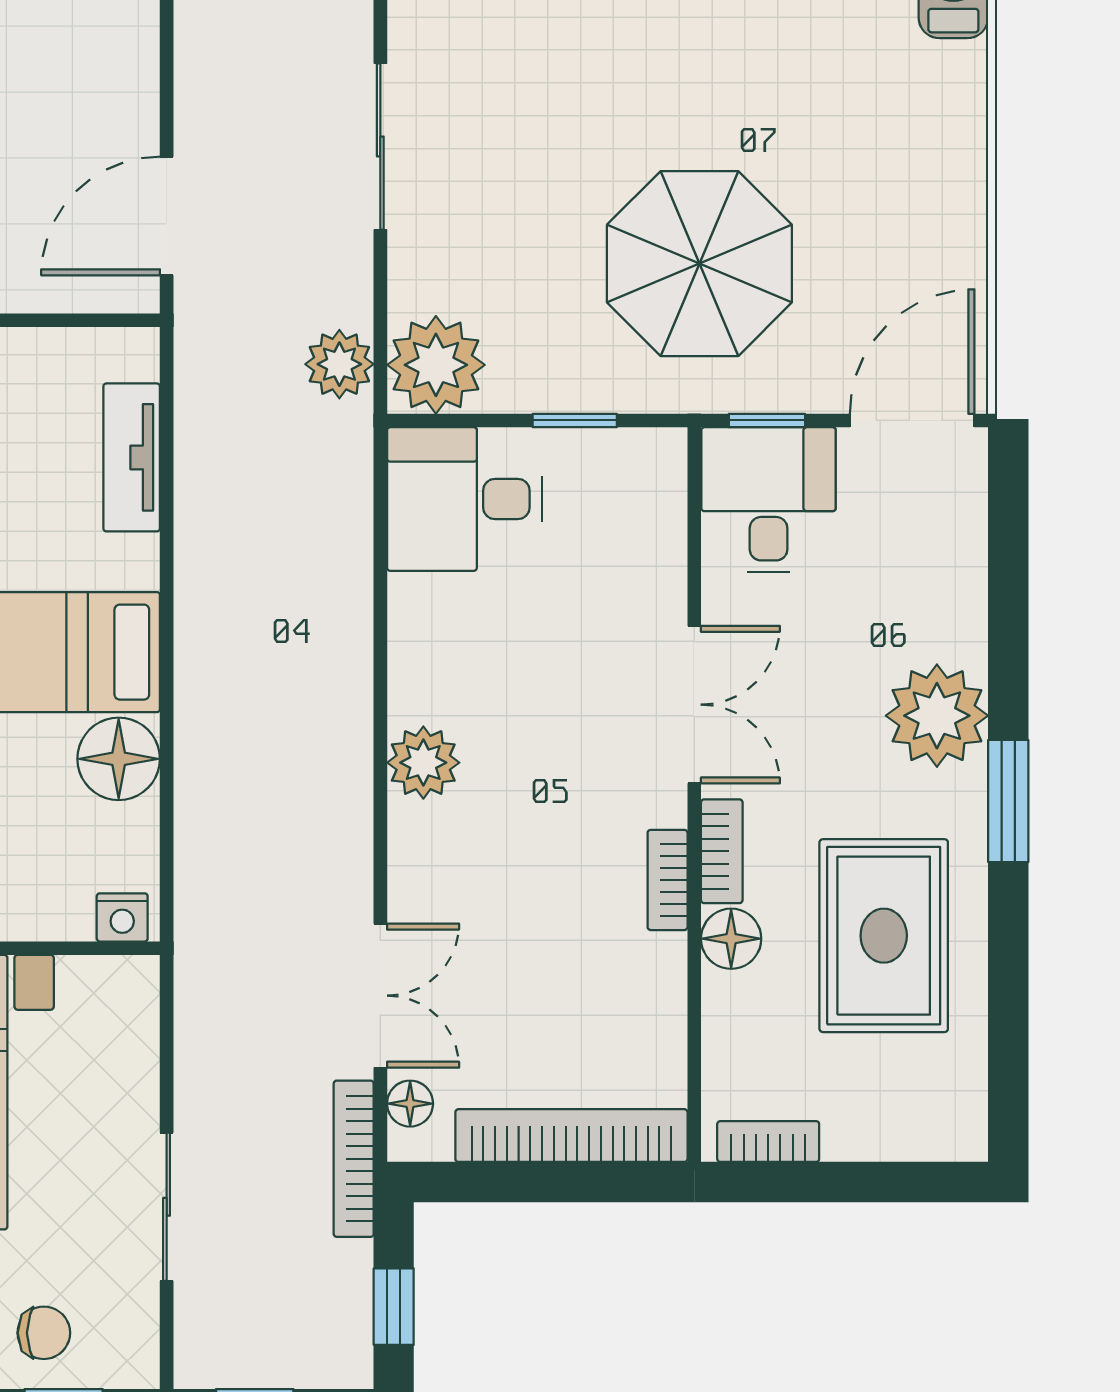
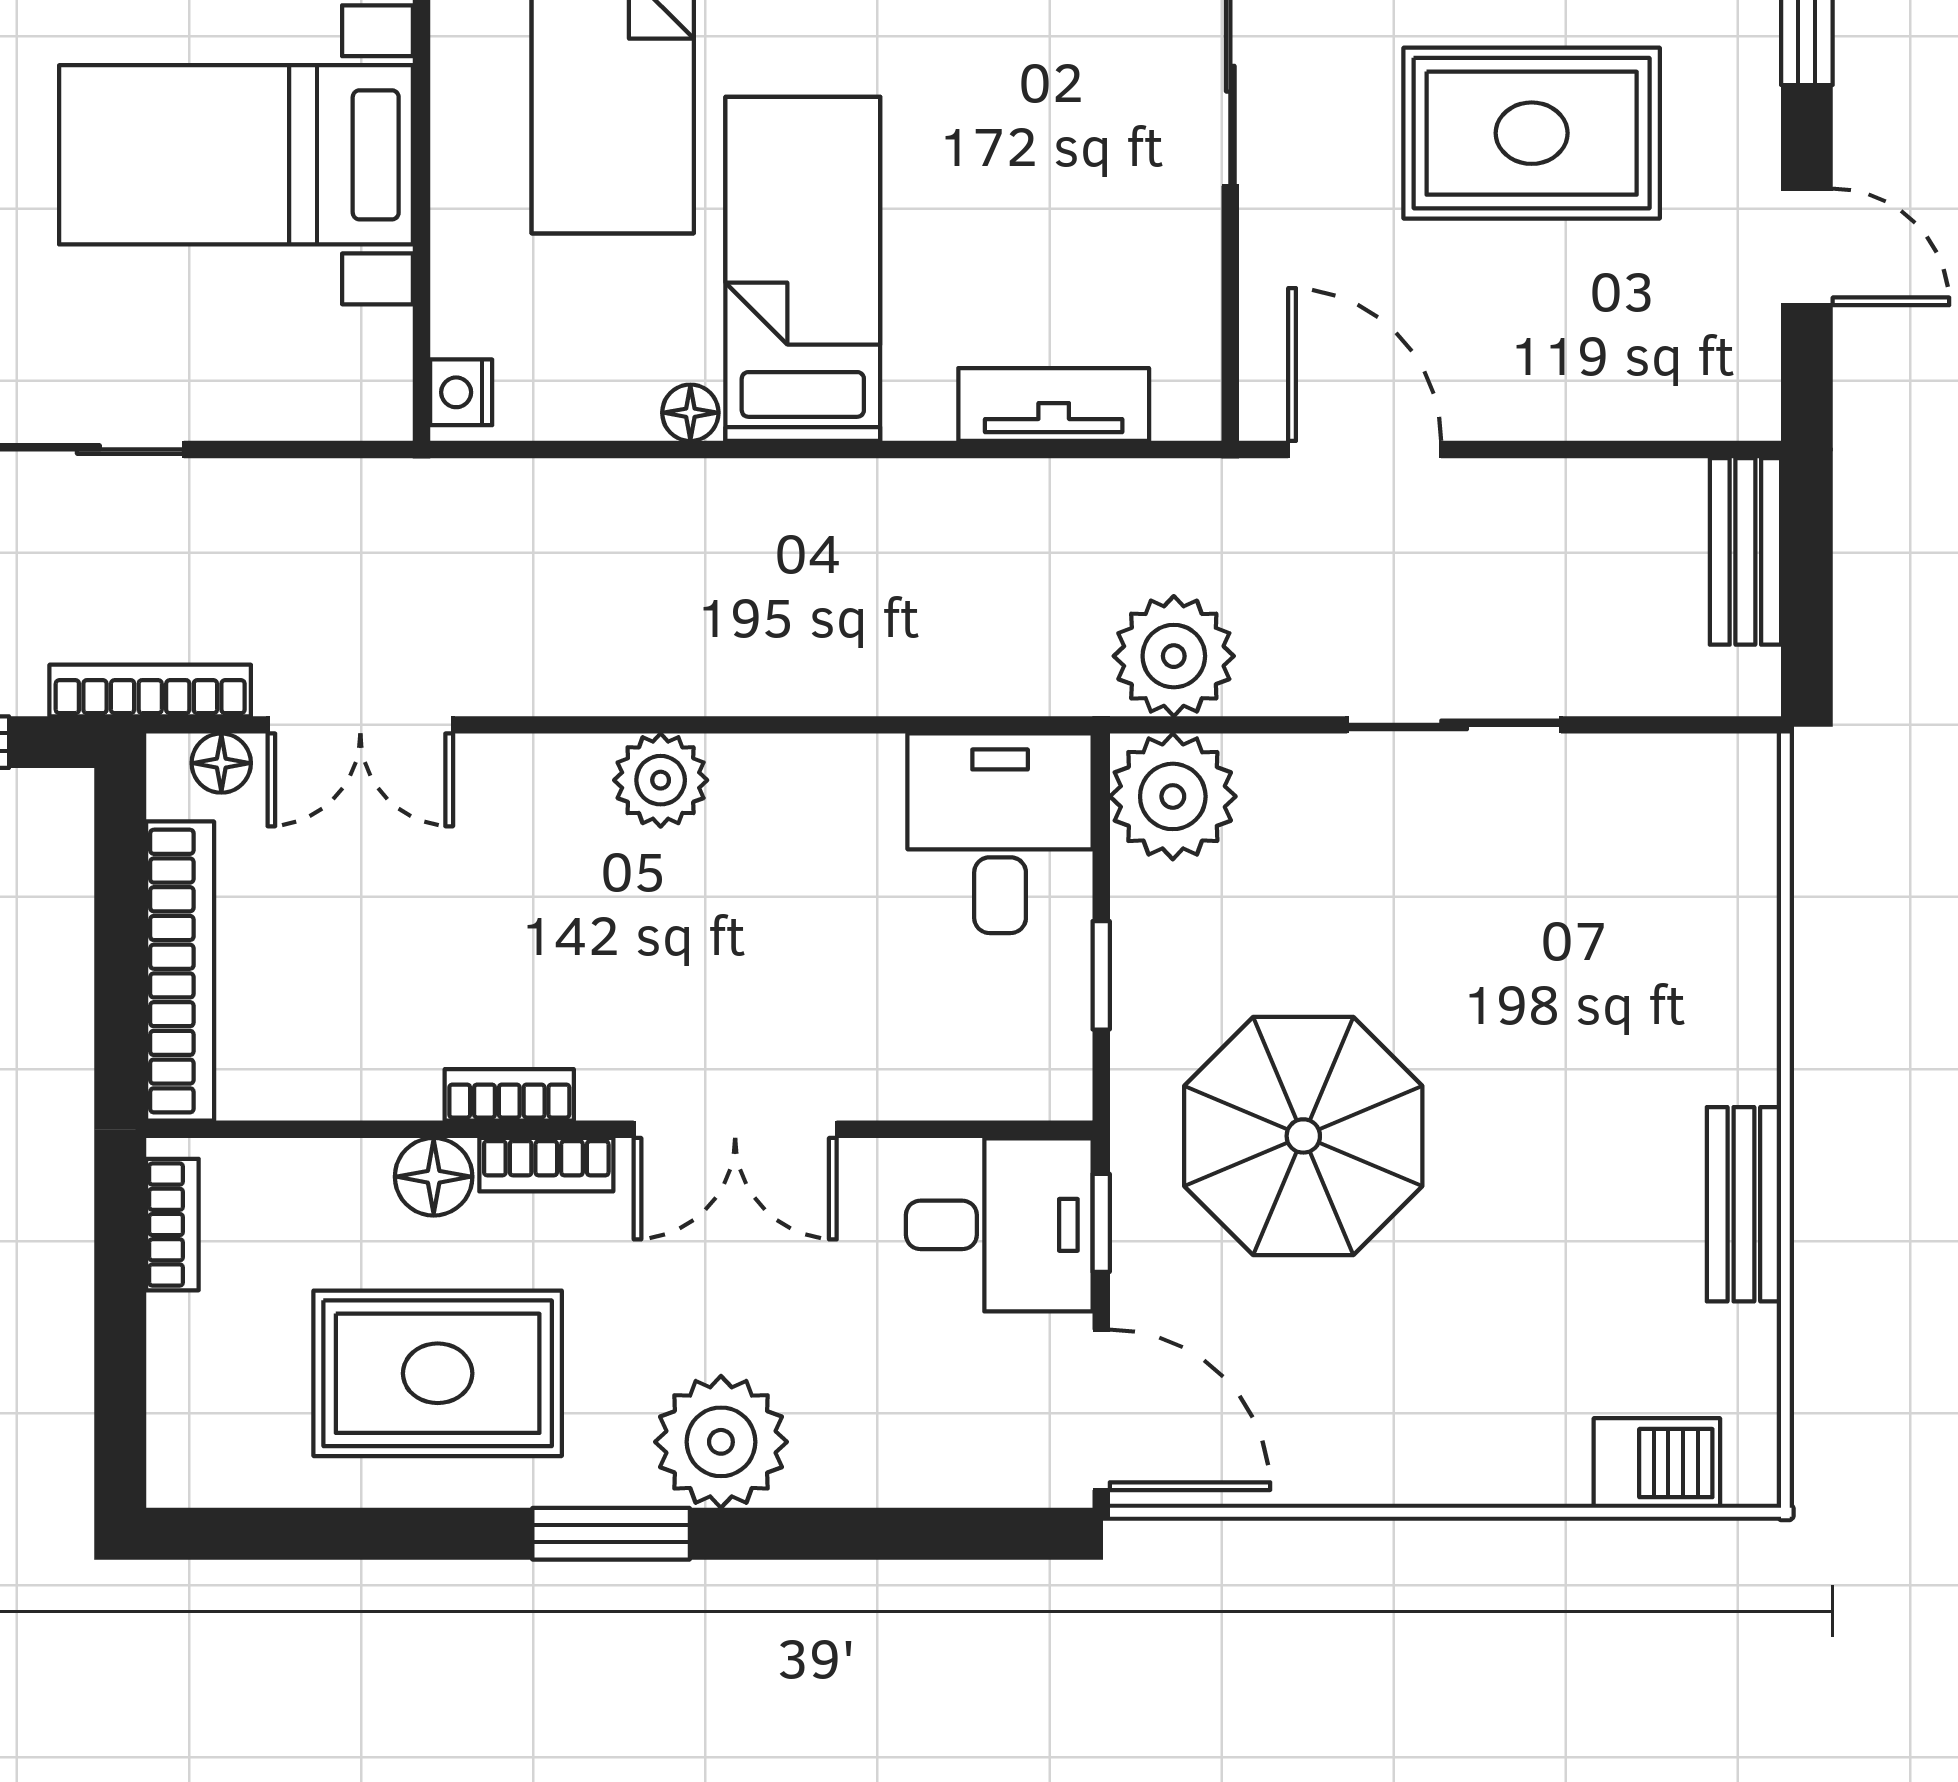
plant: (339, 364) -> (1174, 656), width x1.36, depth x1.36
floor lamp: (119, 759) -> (690, 413), width x0.53, depth x0.53

